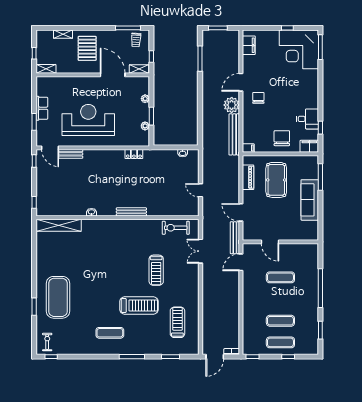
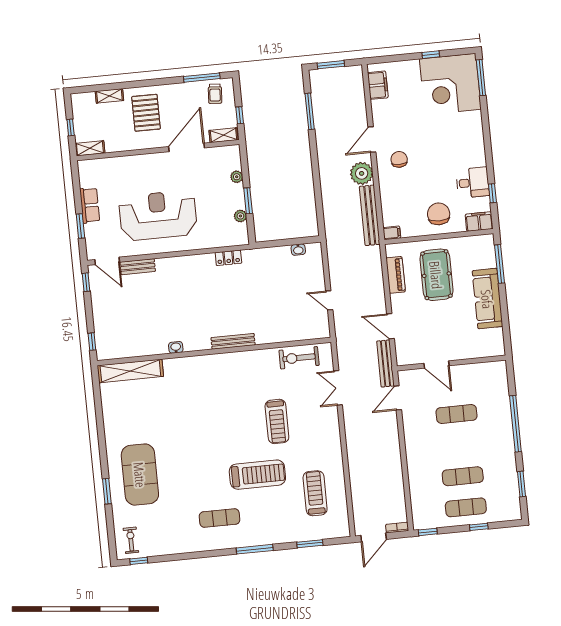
door: (113, 75) -> (187, 147), hinge flipped

